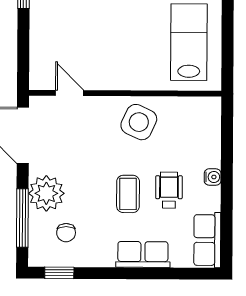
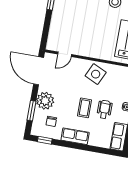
door: (70, 93) -> (65, 54), swing flipped
window: (22, 218) -> (31, 111), width x0.69
row of seats: (143, 254) -> (75, 136), moved

